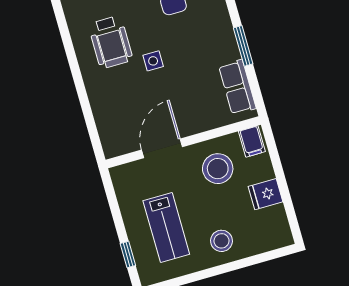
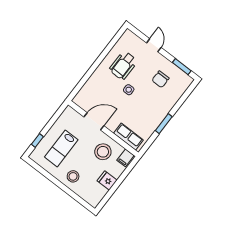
row of seats: (237, 87) -> (128, 137), moved, turned 90

